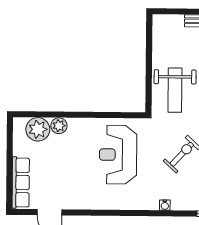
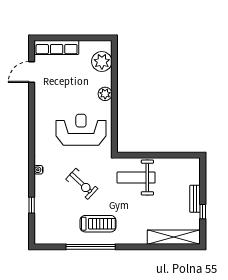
plant: (59, 126) -> (105, 94), moved

